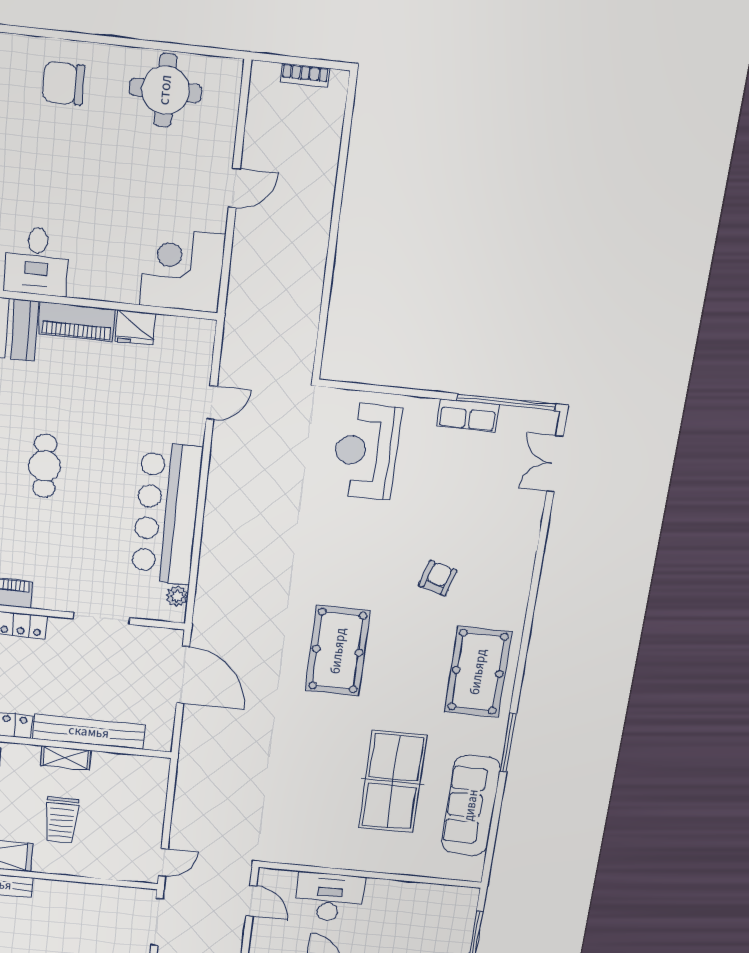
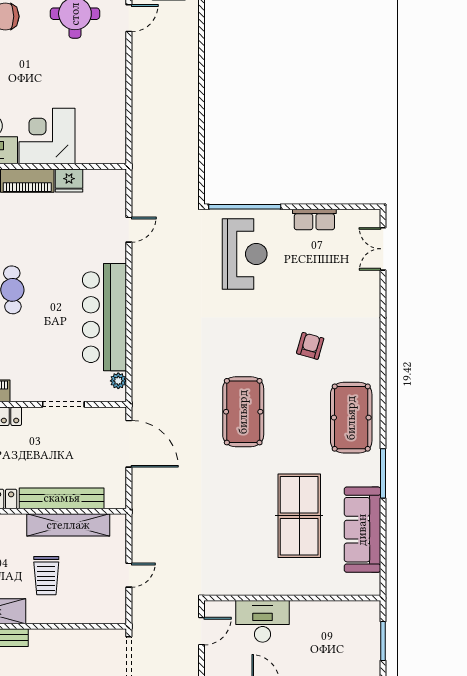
door: (234, 188) -> (129, 18), moved
corner desk: (182, 270) -> (47, 136), moved
window: (506, 402) -> (245, 207), moved
reception desk: (366, 451) -> (245, 254), turned 180
shelving: (66, 758) -> (68, 525), width x2.20, depth x1.33
door: (163, 862) -> (129, 575), moved
door: (251, 901) -> (201, 631), hinge flipped

